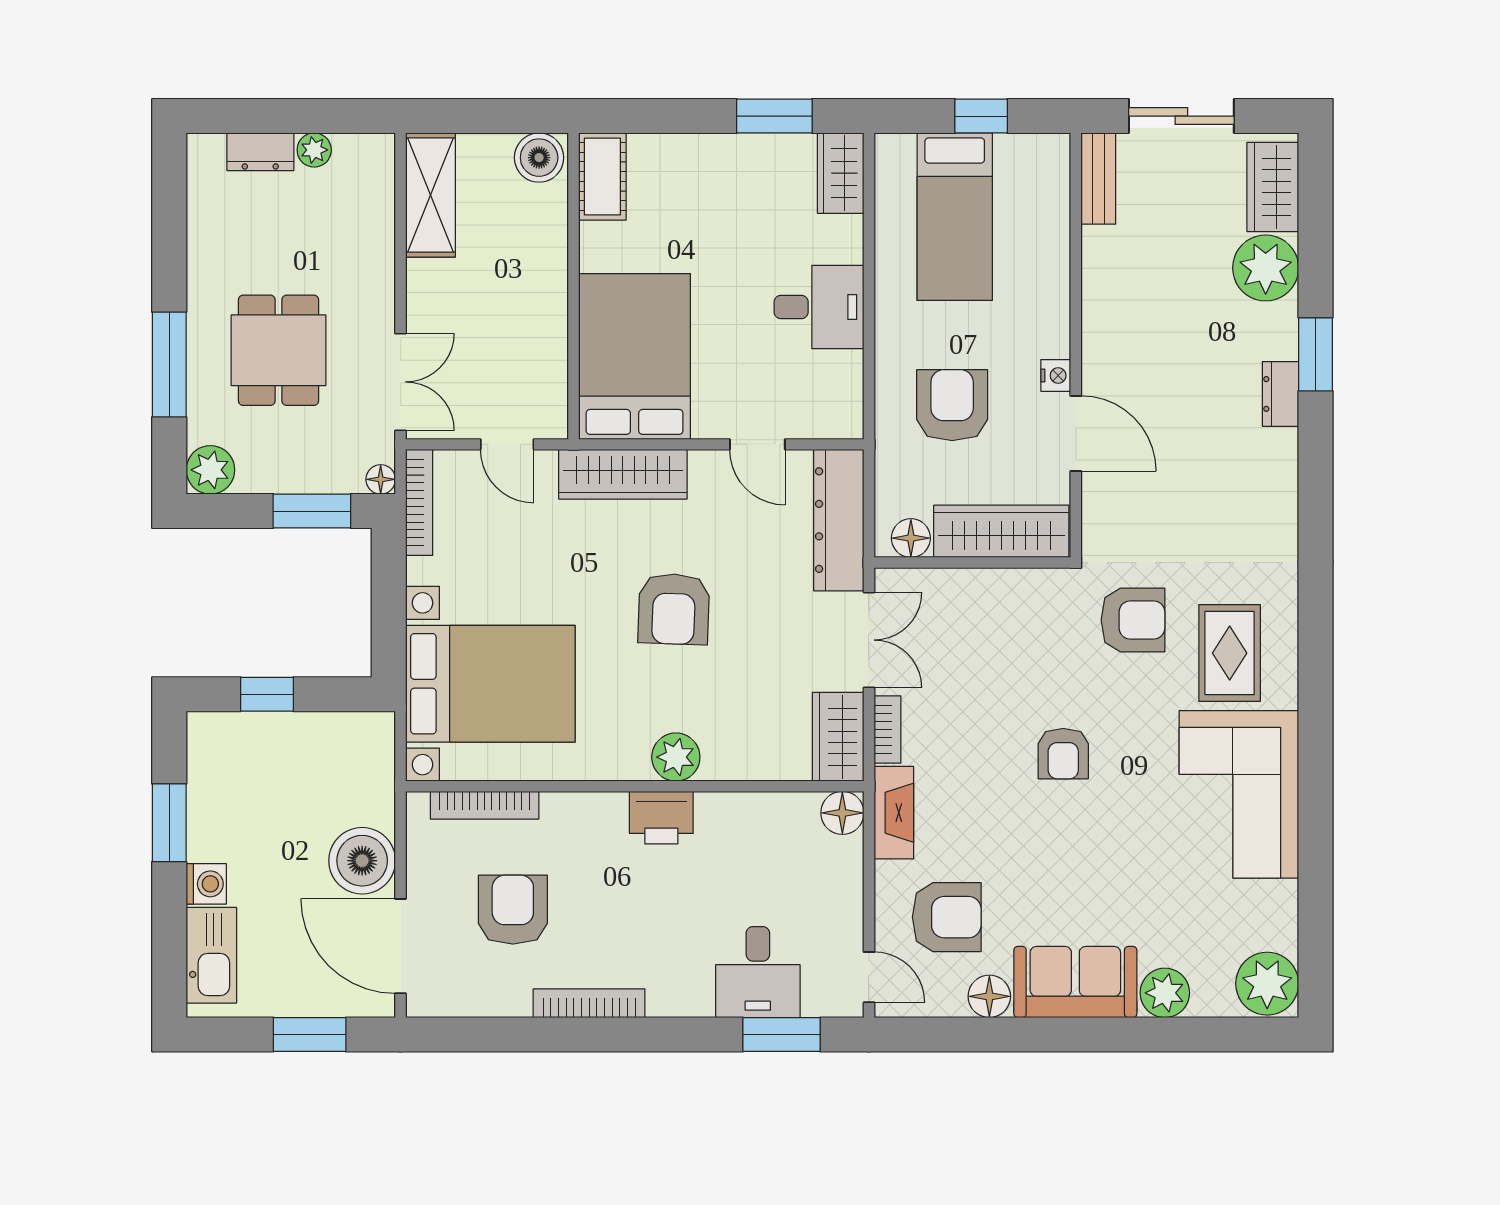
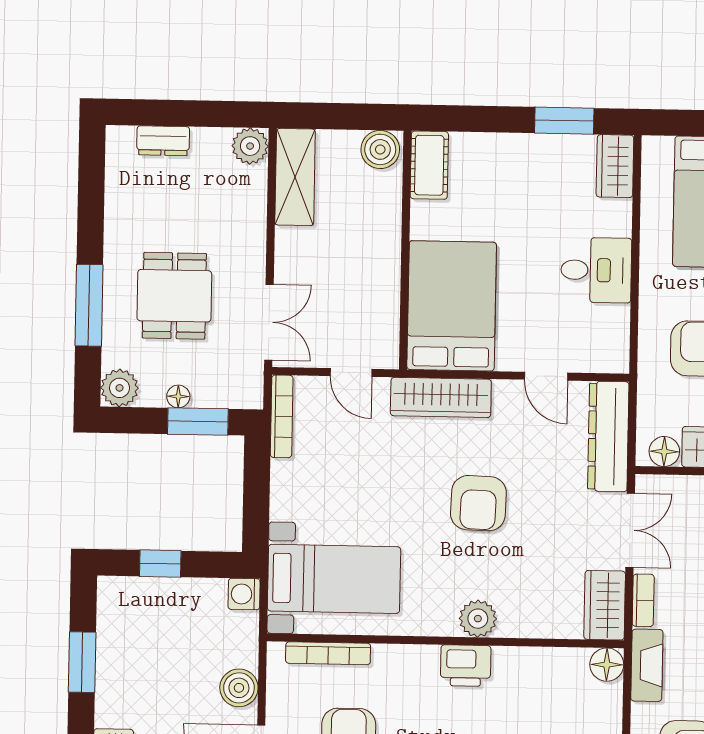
plant: (314, 150) -> (250, 146), moved, width x1.38, depth x1.38
floor lamp: (381, 479) -> (178, 396), moved
bed with nightstands: (490, 684) -> (334, 579), width x0.73
boiler: (362, 861) -> (239, 688), width x0.73, depth x0.73
washing machine: (206, 884) -> (244, 594), moved, turned 180

